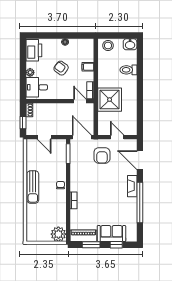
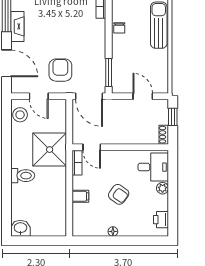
stool: (108, 46) -> (20, 115), moved
printer: (34, 50) -> (161, 220), width x0.53, depth x0.68
toilet: (128, 70) -> (23, 176), moved

